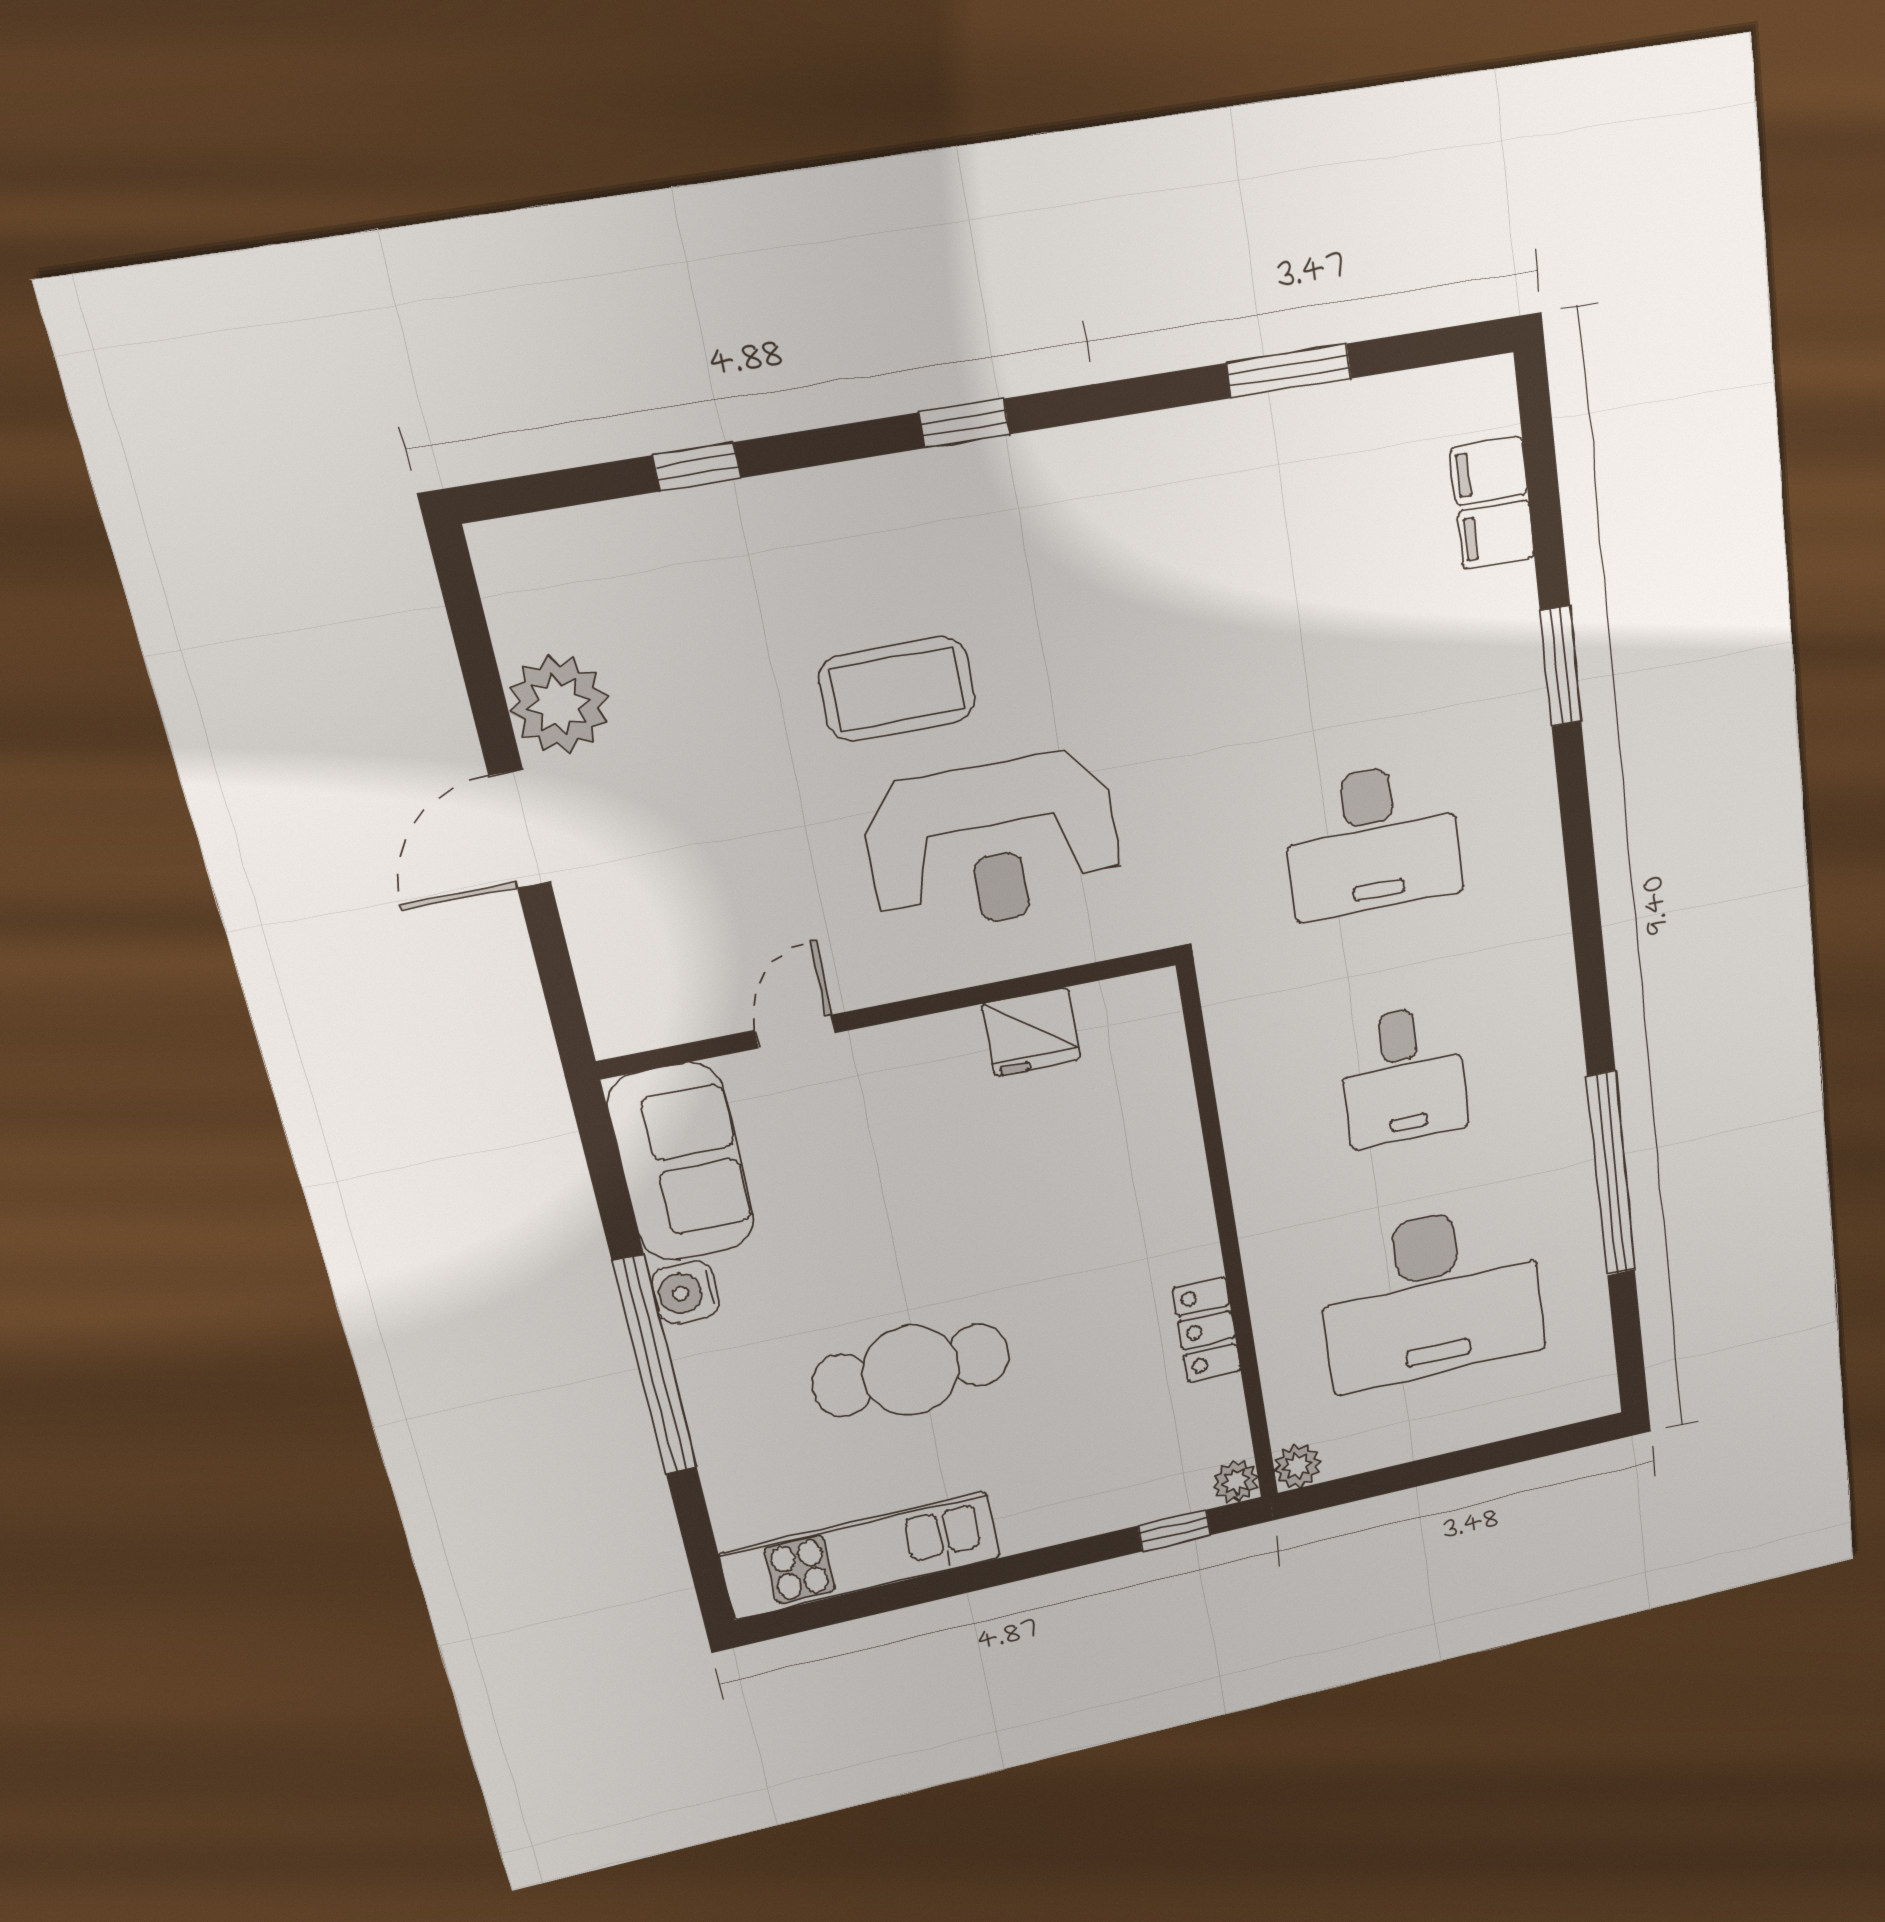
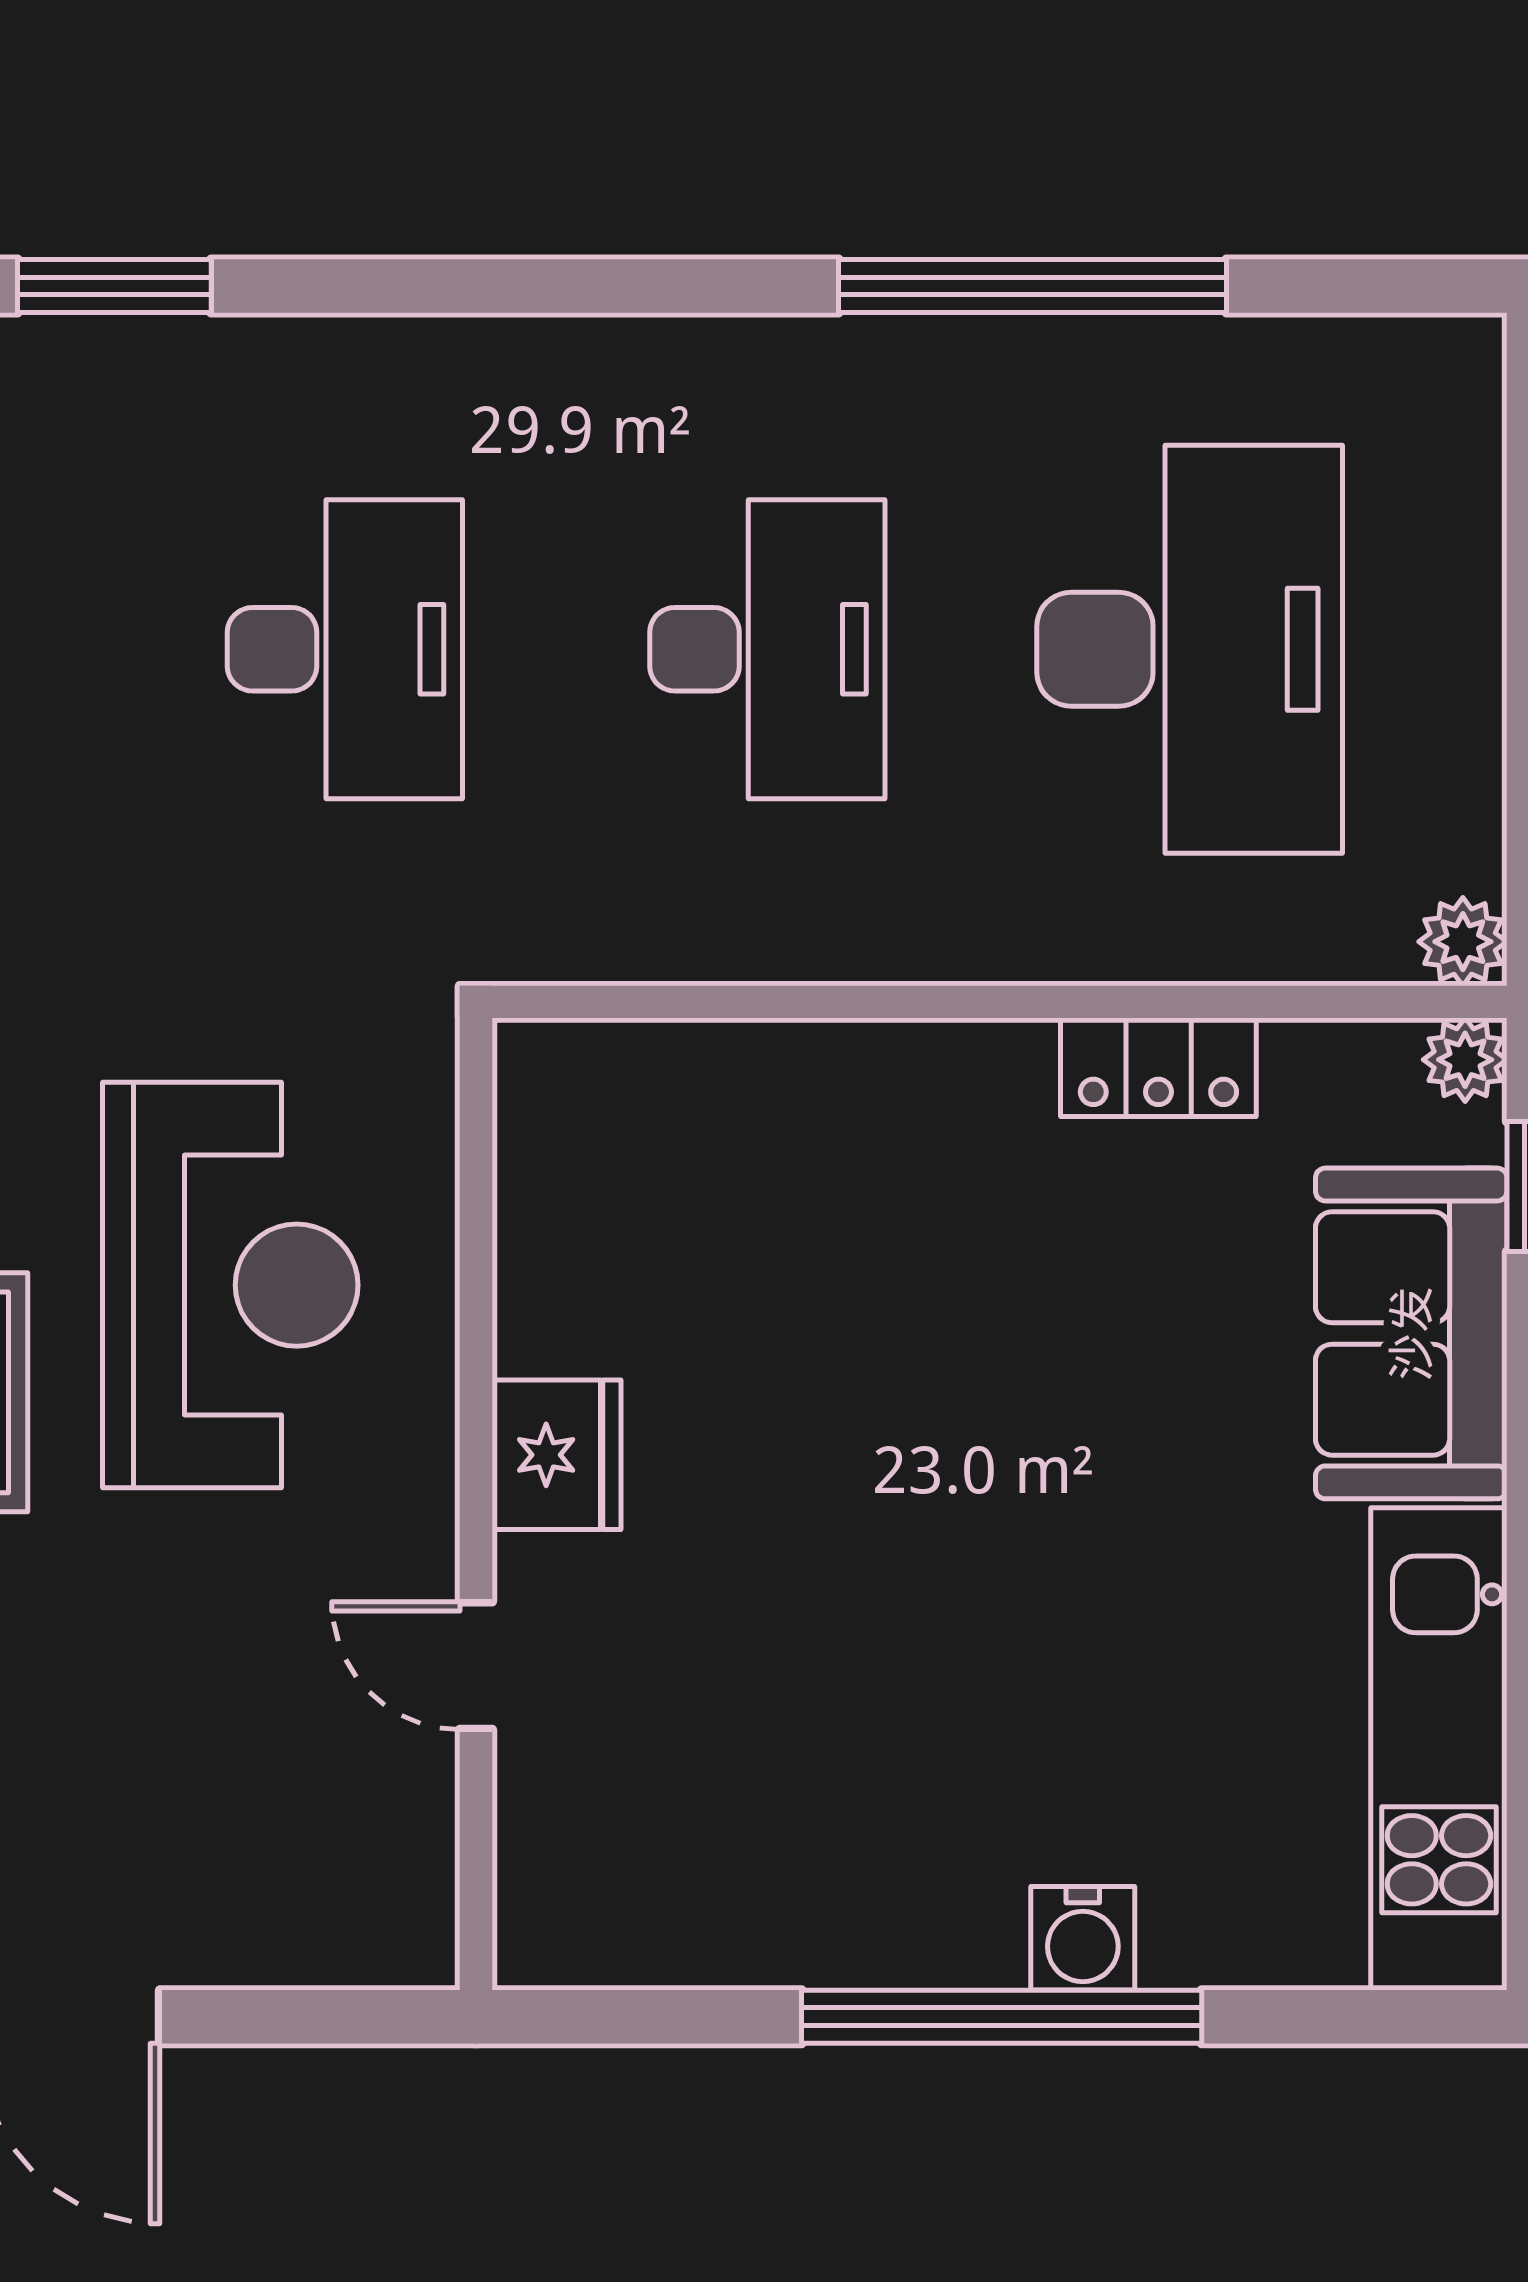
fridge: (1031, 1032) -> (556, 1455), moved
desk: (1403, 1076) -> (767, 649), width x1.37
sofa: (681, 1162) -> (1411, 1333), moved, turned -90
water cooler: (685, 1292) -> (1083, 1938), moved
cafe table: (911, 1370) -> (1111, 1595), removed

